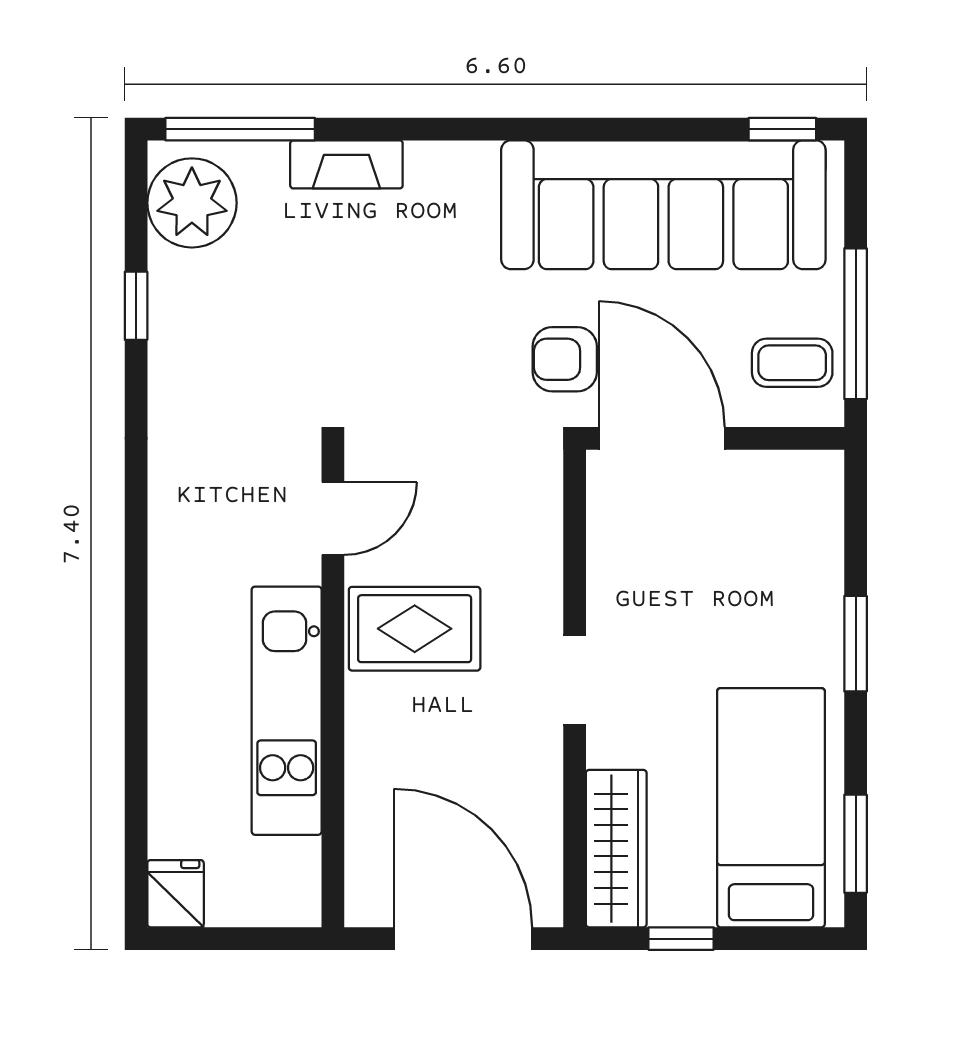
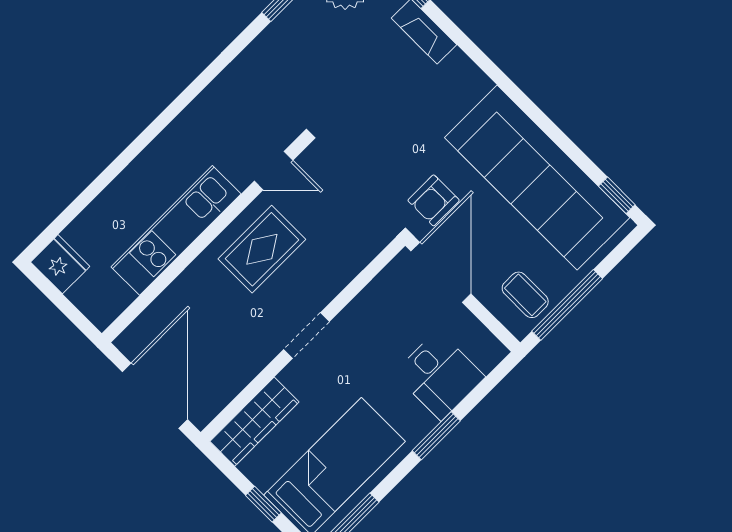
armchair: (565, 359) -> (434, 200), turned -90
desk: (785, 566) -> (439, 375), added
rug: (415, 629) -> (262, 249), turned 90
fridge: (176, 894) -> (60, 264), width x1.38
window: (681, 939) -> (263, 504), moved

